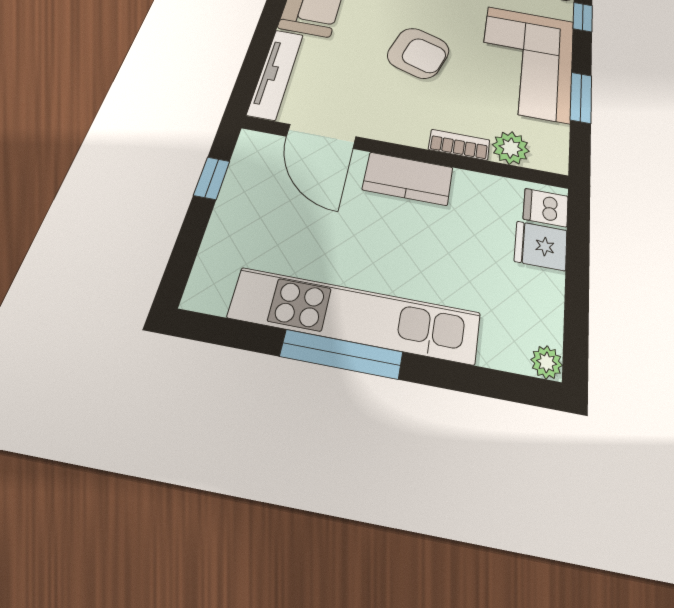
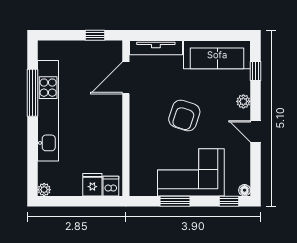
bookcase: (459, 145) -> (135, 143), removed
plant: (511, 148) -> (138, 168), removed
kitchen counter: (408, 178) -> (113, 122), removed
window: (342, 354) -> (33, 93), moved

